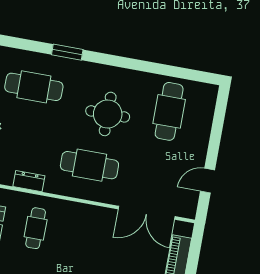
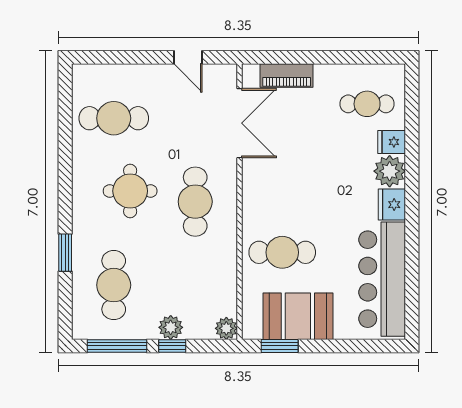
dresser: (29, 181) -> (227, 271), removed
cafe table: (36, 228) -> (282, 252), width x1.37, depth x1.35

